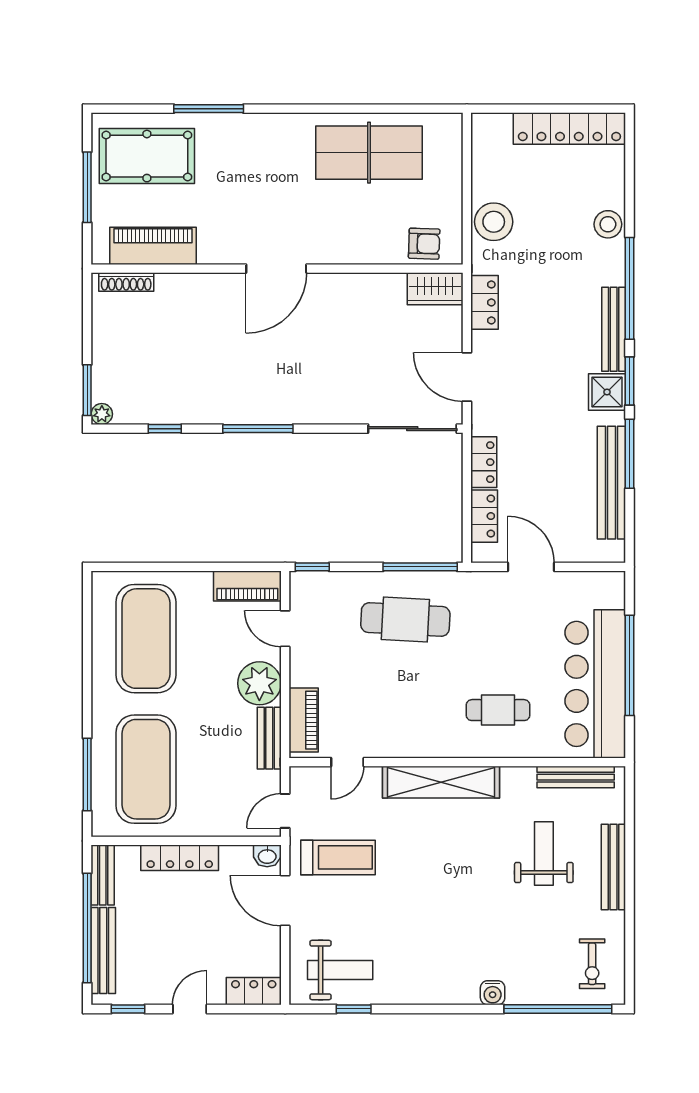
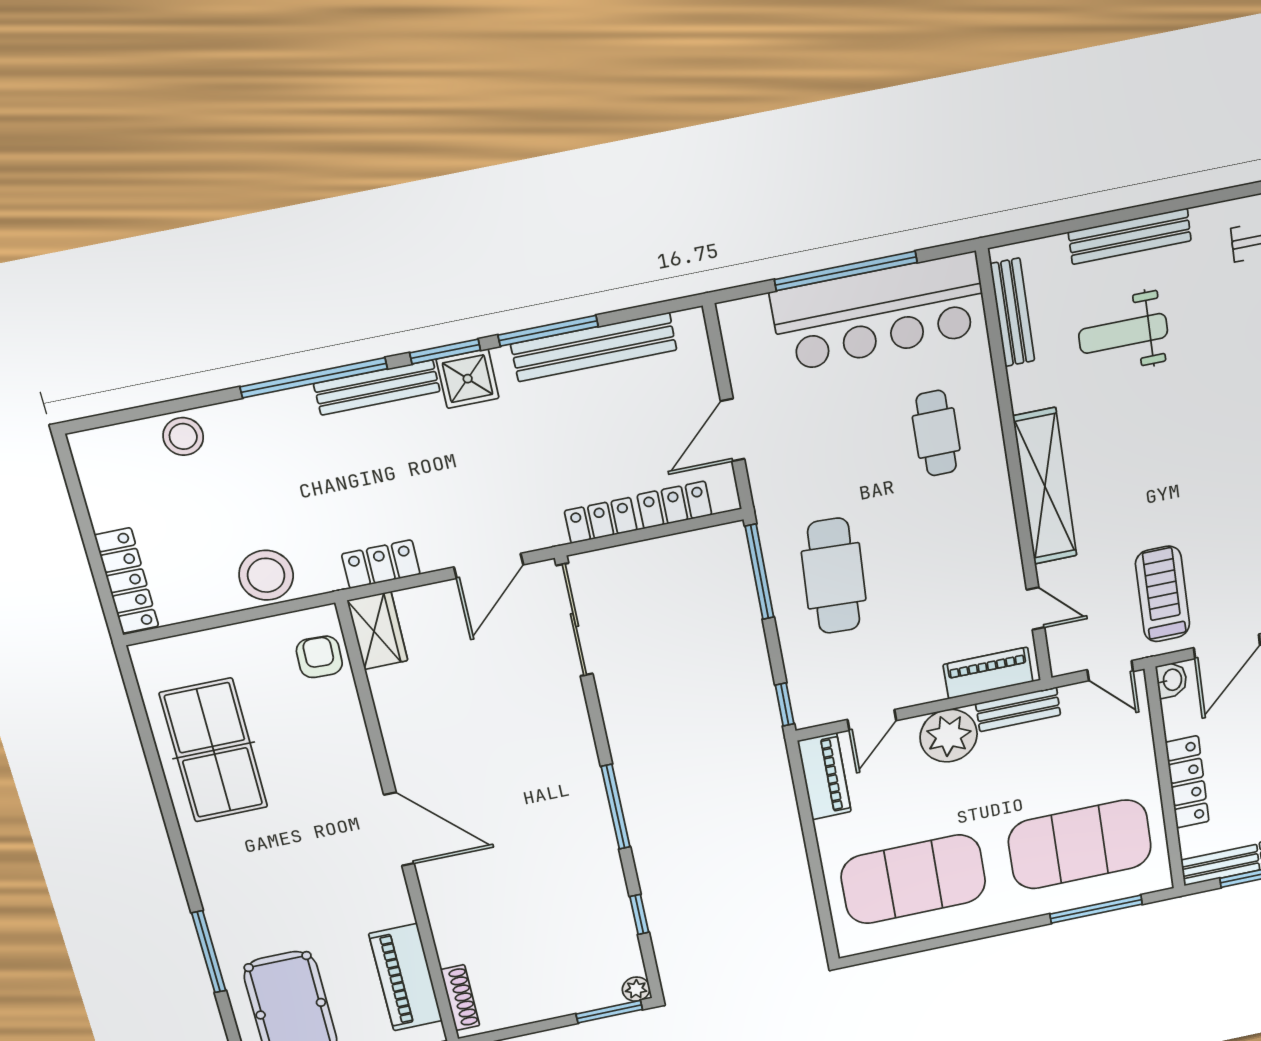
locker: (569, 129) -> (127, 581), moved, width x0.71, depth x0.83
stool: (608, 224) -> (183, 436), moved

